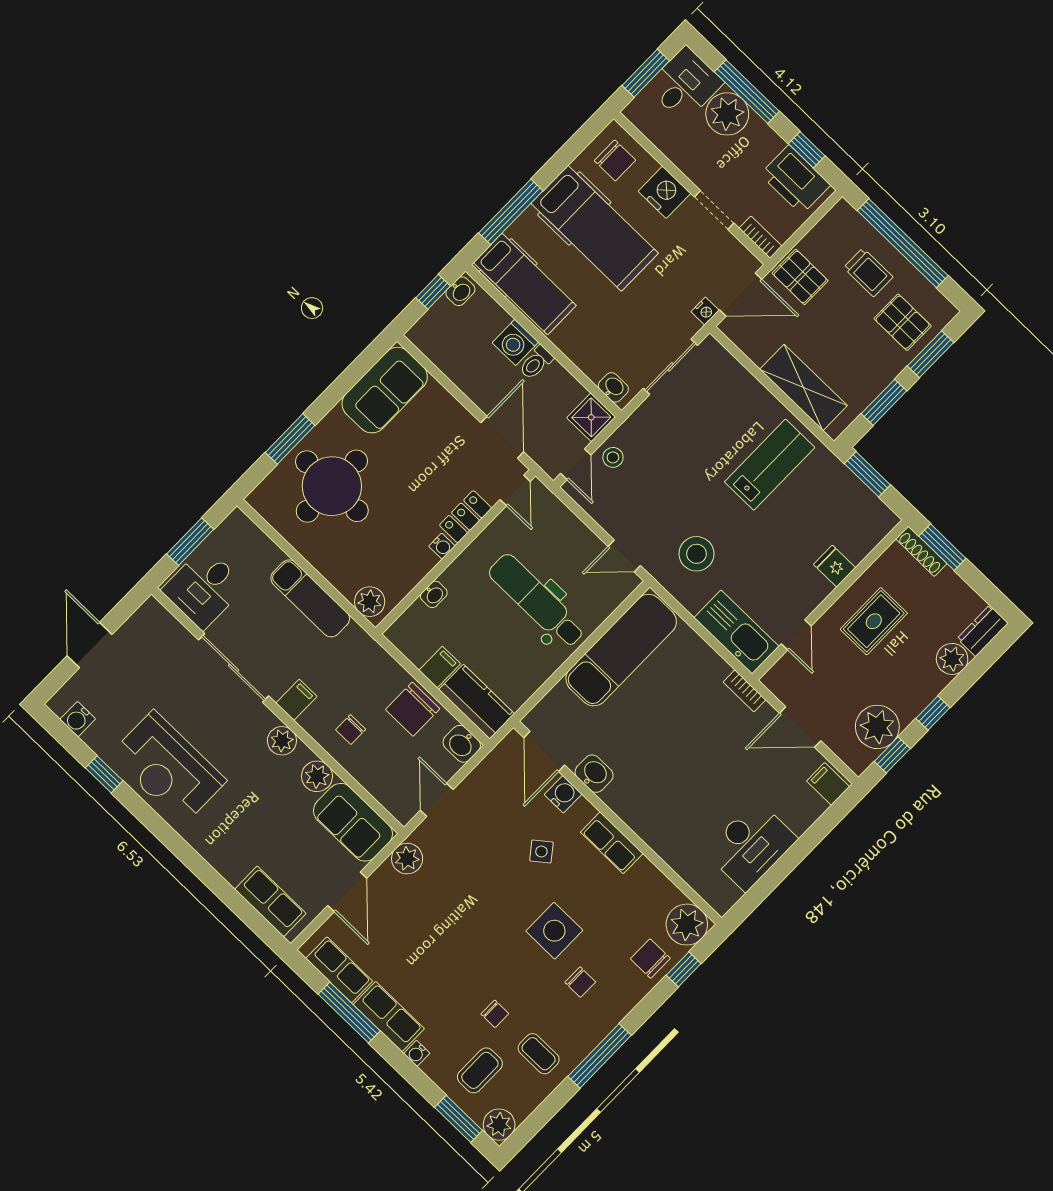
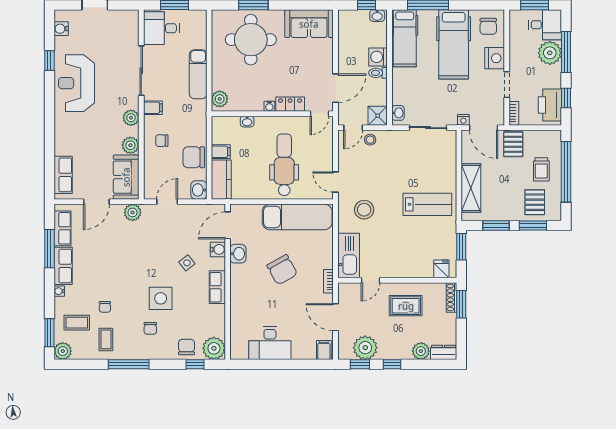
fridge: (835, 566) -> (441, 269), moved
chair: (671, 736) -> (282, 270), added

